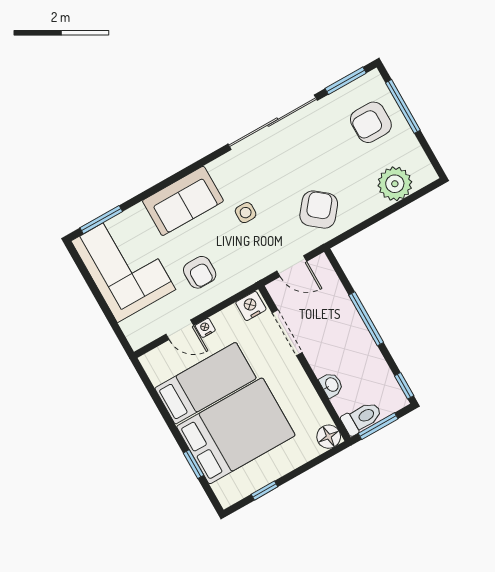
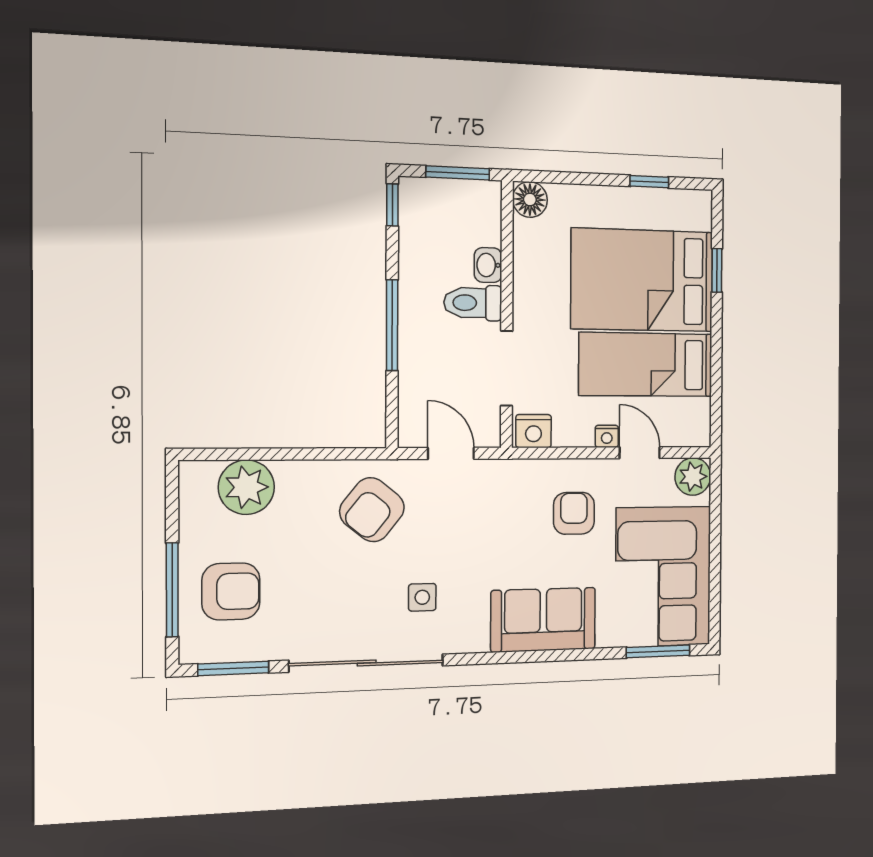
side table: (246, 213) -> (422, 597), moved
plant: (139, 334) -> (693, 477), added
toilet: (362, 418) -> (473, 303), moved

